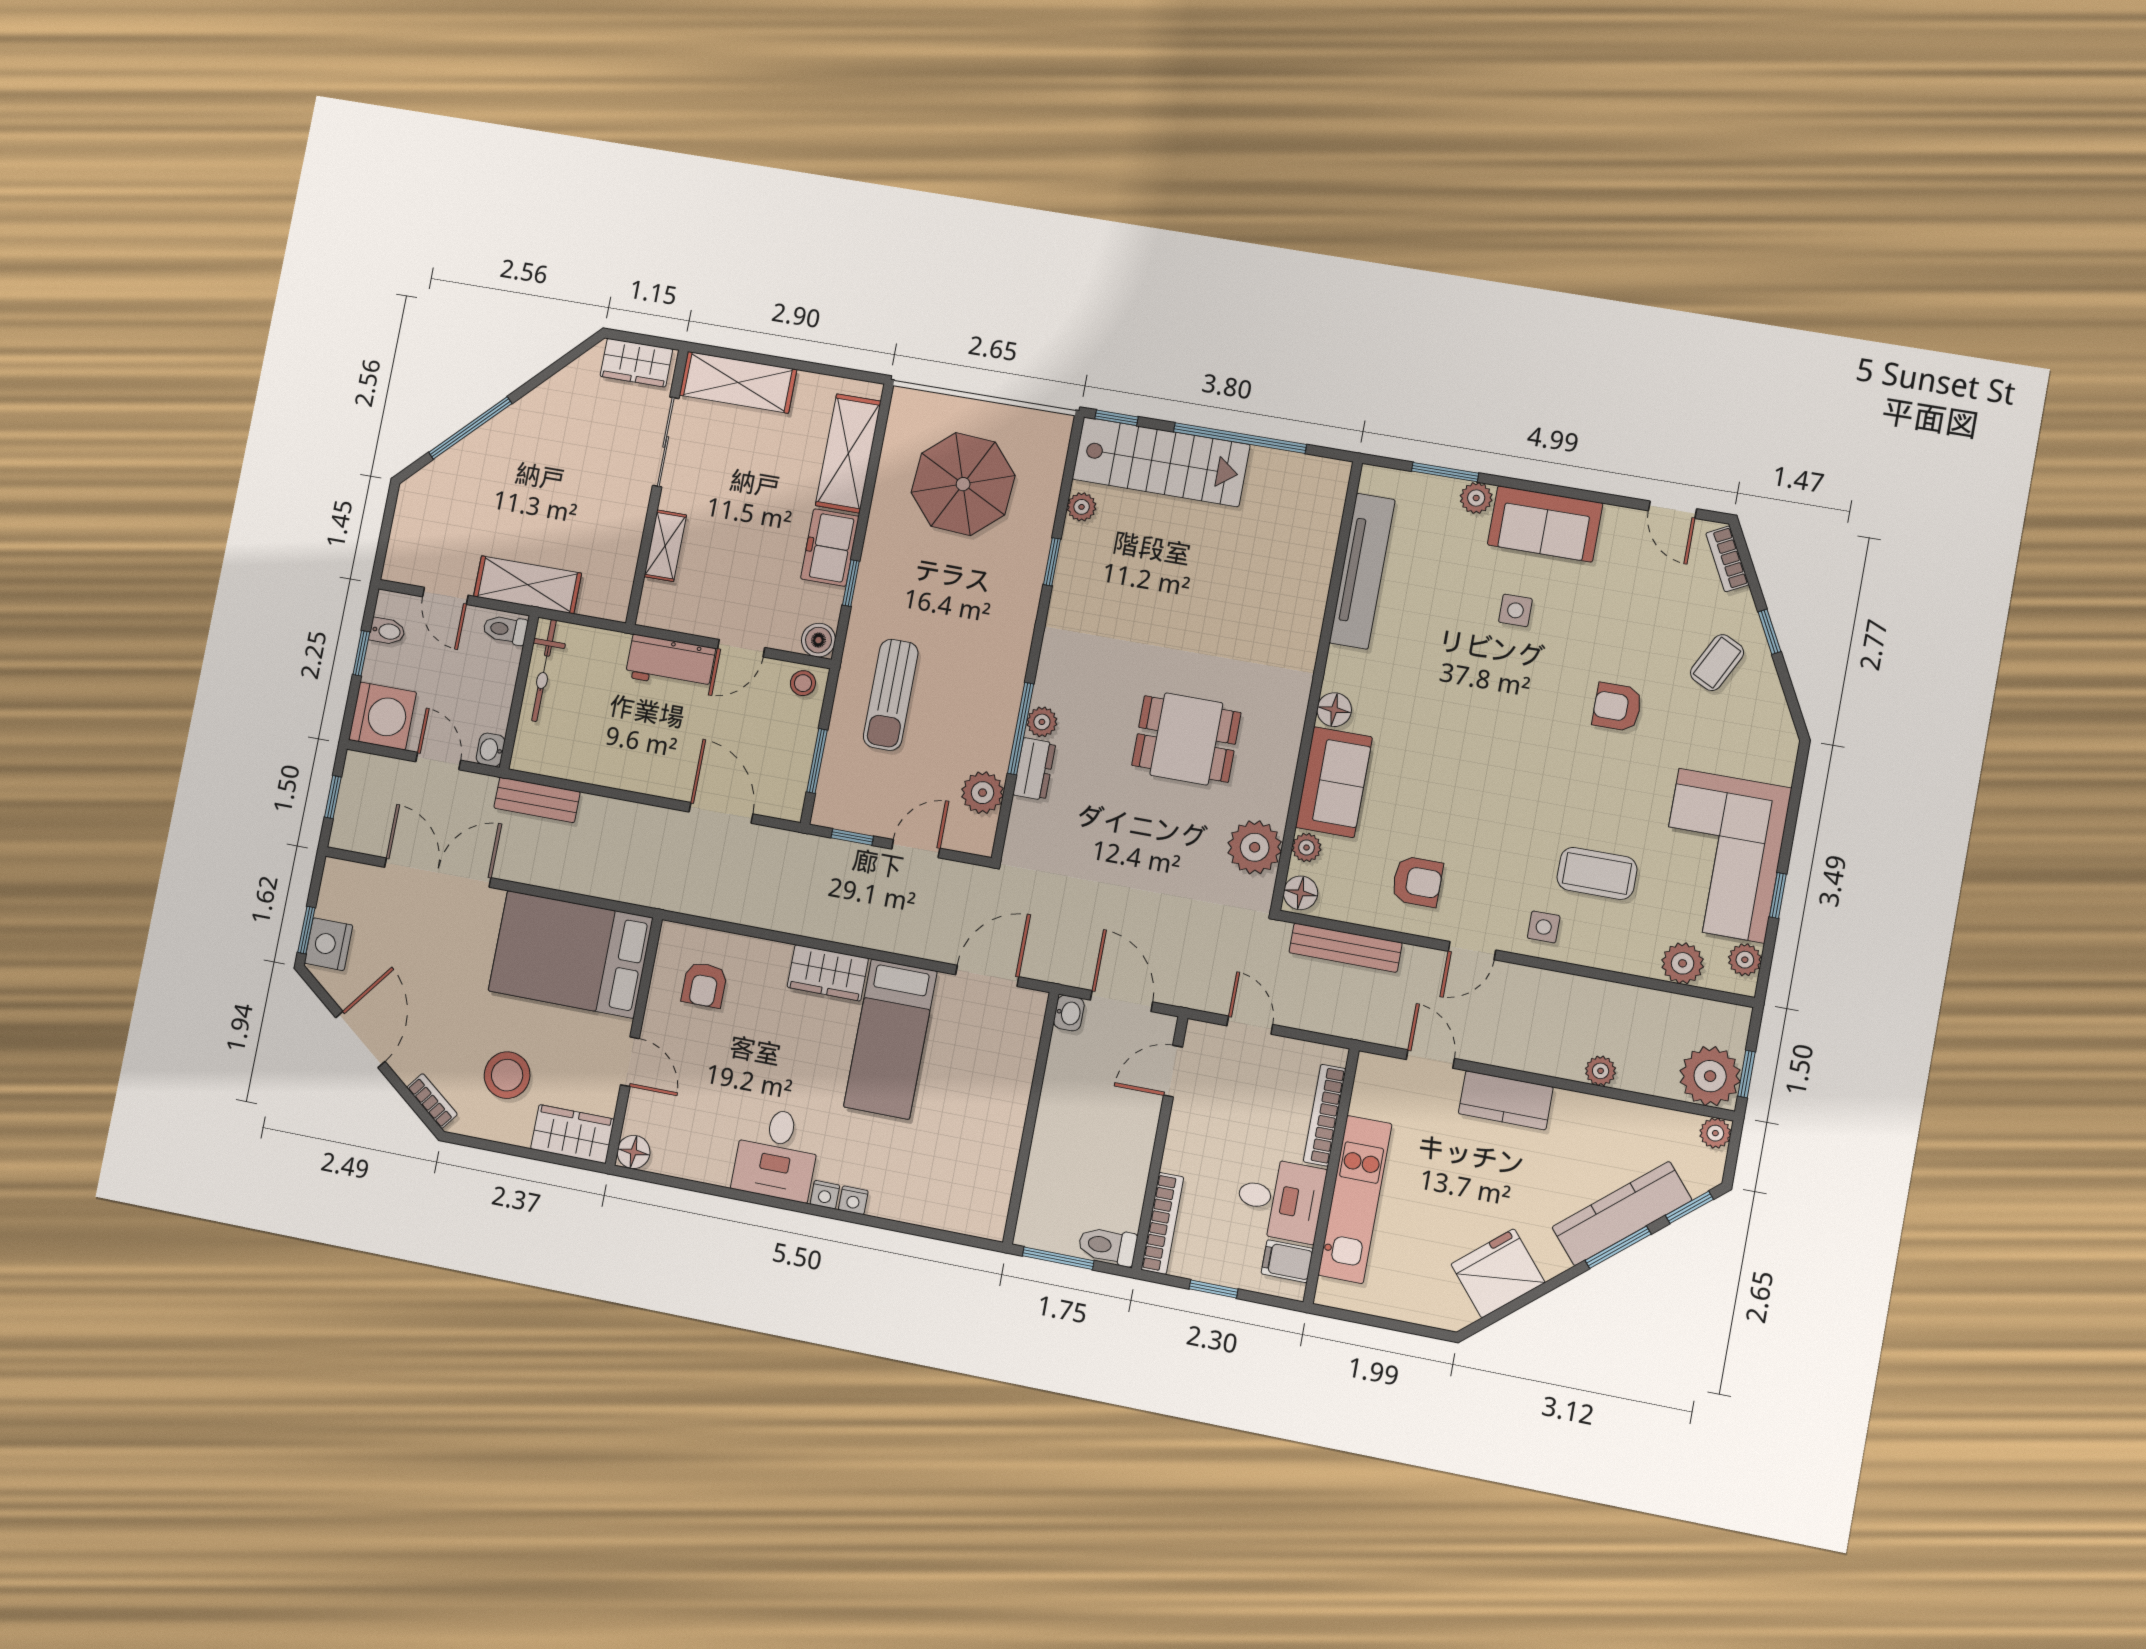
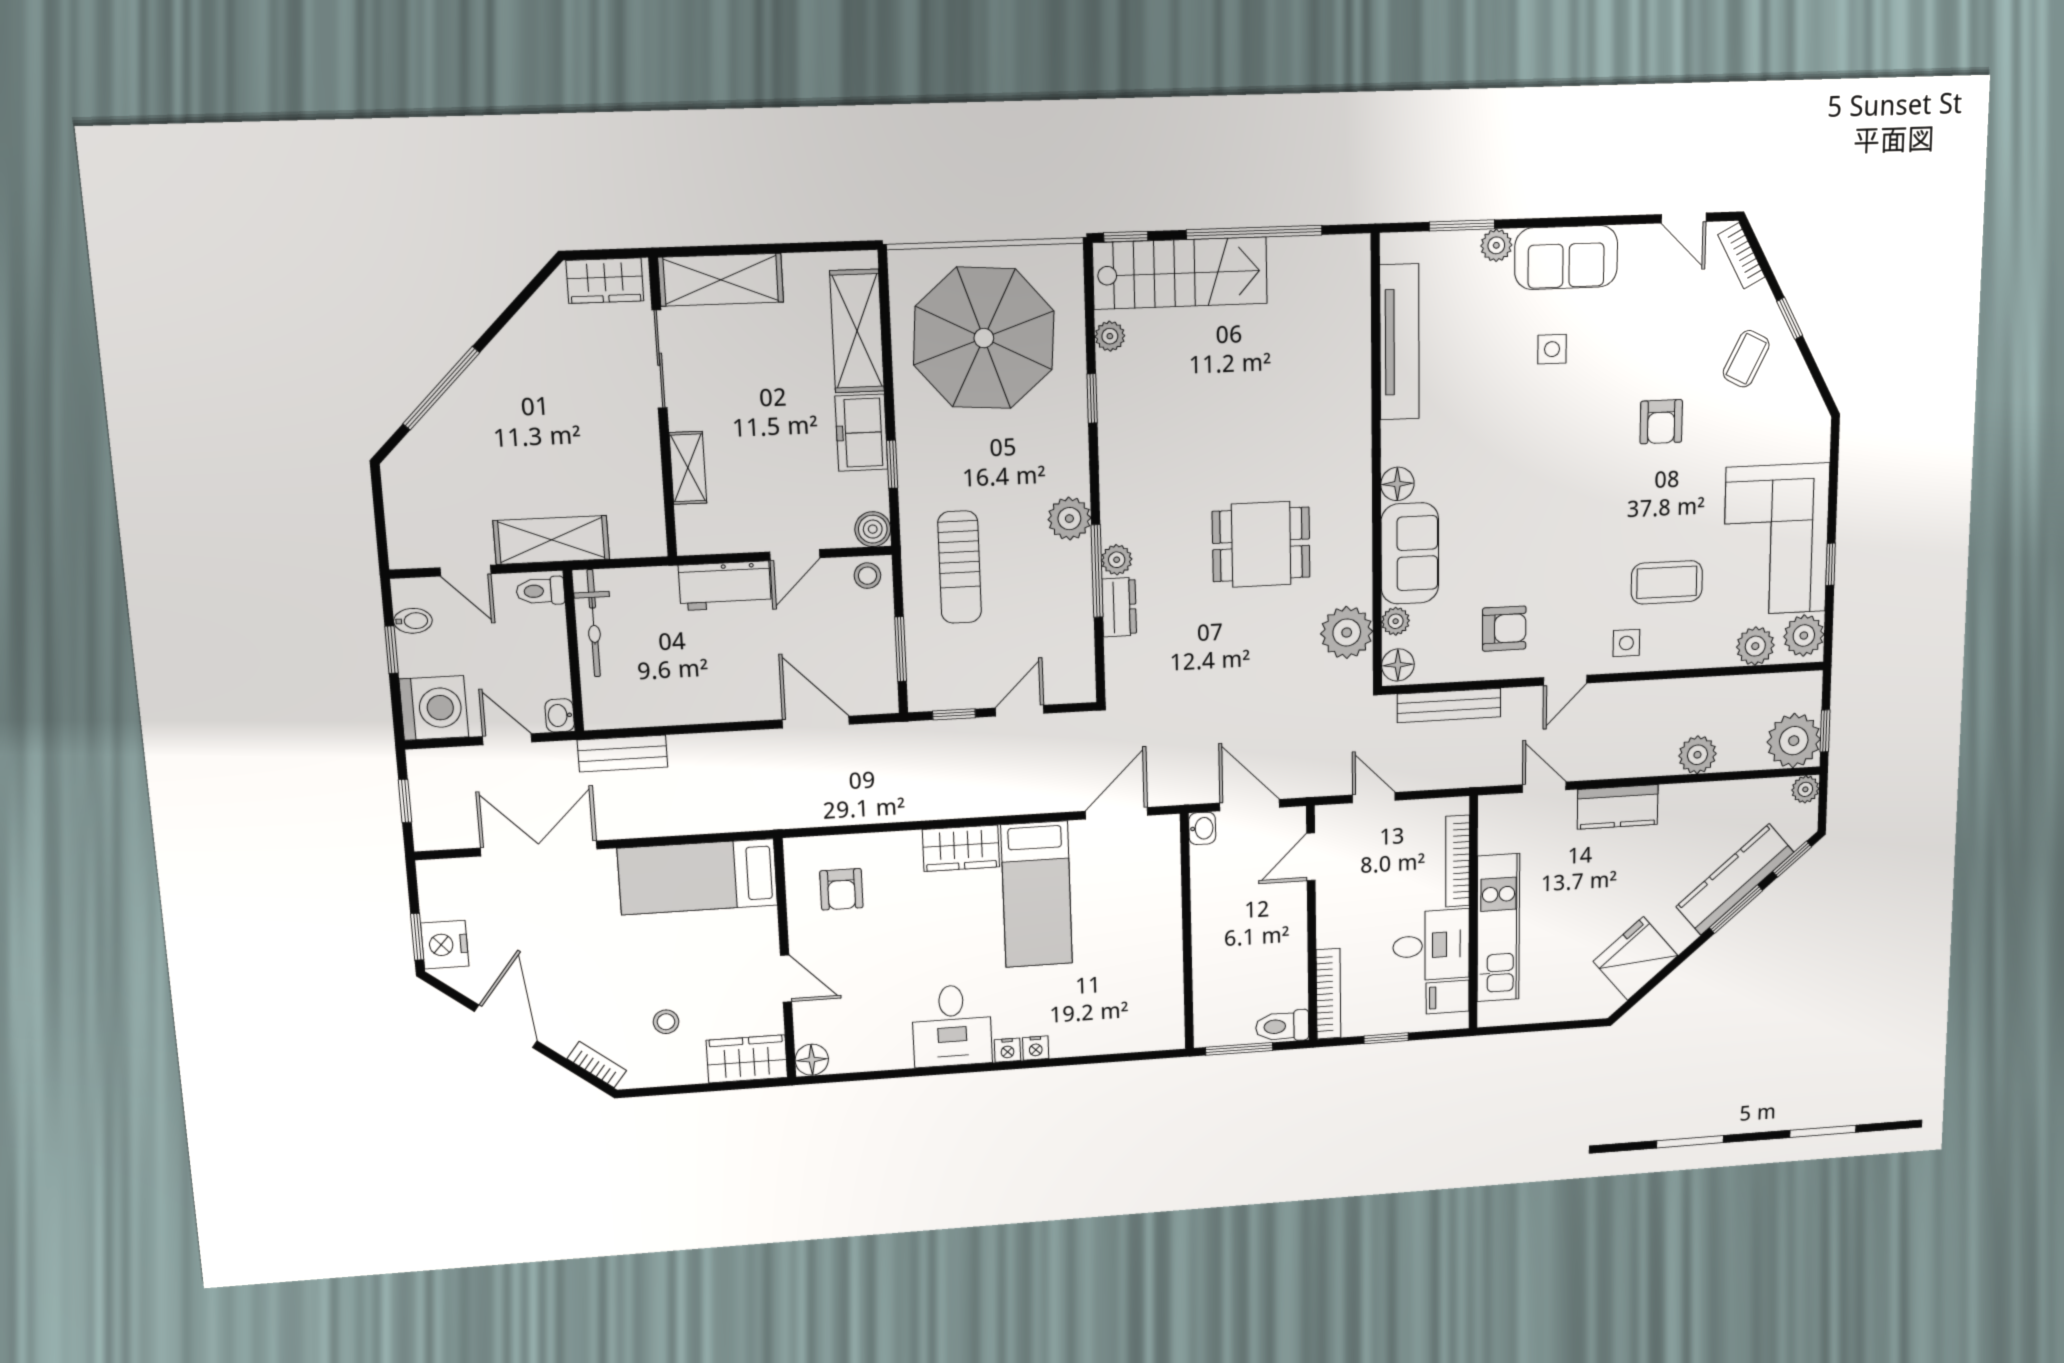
parasol: (963, 484) -> (984, 338), width x1.36, depth x1.36
armchair: (1617, 707) -> (1661, 422), turned -90
plant: (983, 793) -> (1069, 519), moved
bed: (571, 954) -> (698, 877), width x0.67
plant: (1745, 960) -> (1804, 636), width x1.38, depth x1.38
plant: (1601, 1071) -> (1697, 755), width x1.38, depth x1.38
stool: (507, 1075) -> (666, 1022), width x0.53, depth x0.53

